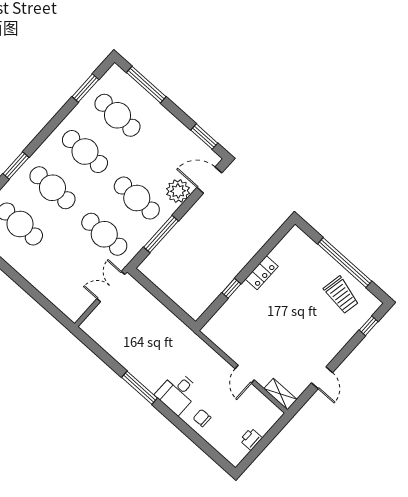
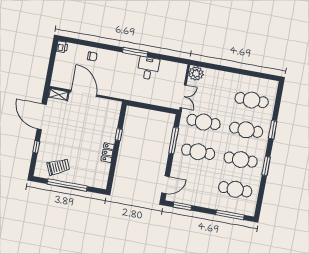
window: (85, 88) -> (266, 166), moved
plant: (178, 191) -> (196, 73), moved
trolley: (341, 295) -> (58, 167), turned 144
window: (369, 326) -> (36, 147), moved
door: (245, 374) -> (84, 93), width x1.87
door: (322, 378) -> (42, 117), width x1.87
desk: (177, 393) -> (148, 68), moved
printer: (251, 439) -> (62, 47), moved

